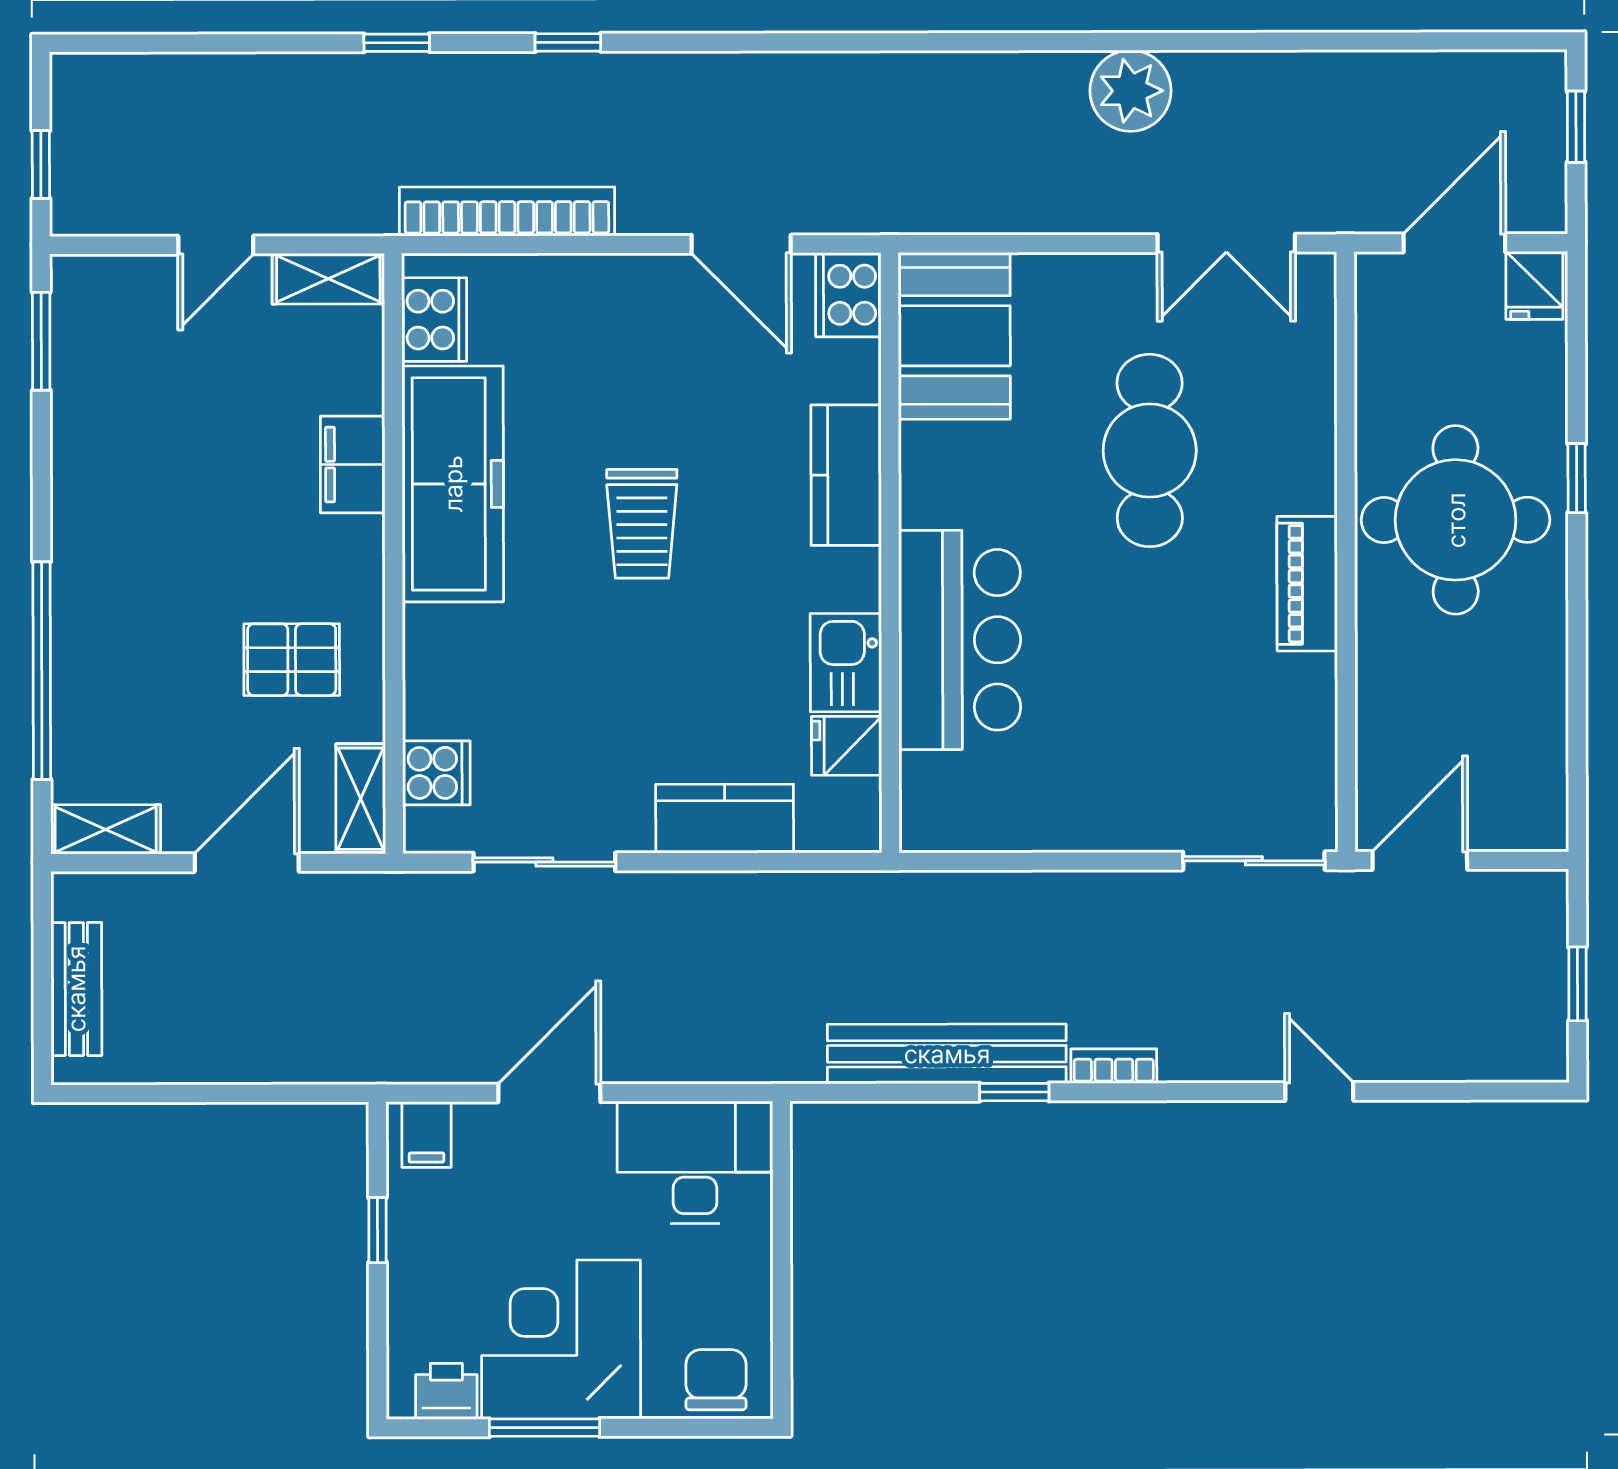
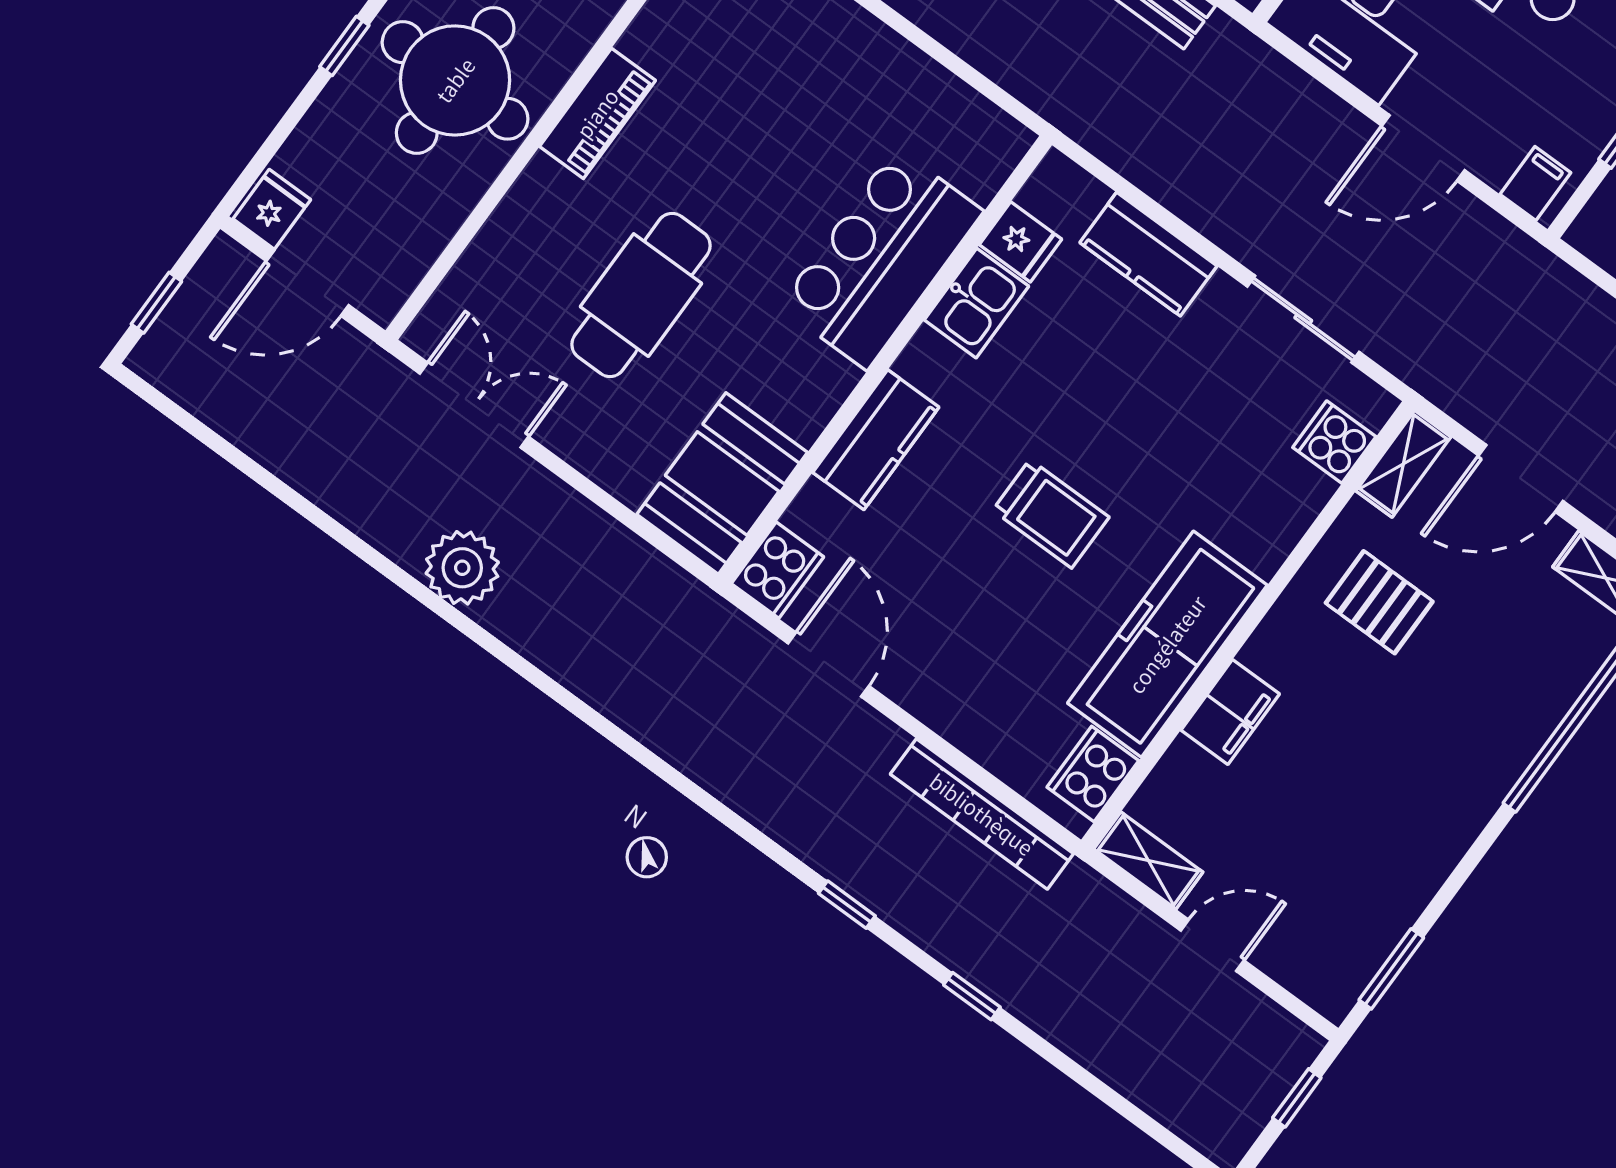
trolley: (642, 524) -> (1051, 514), turned 90

